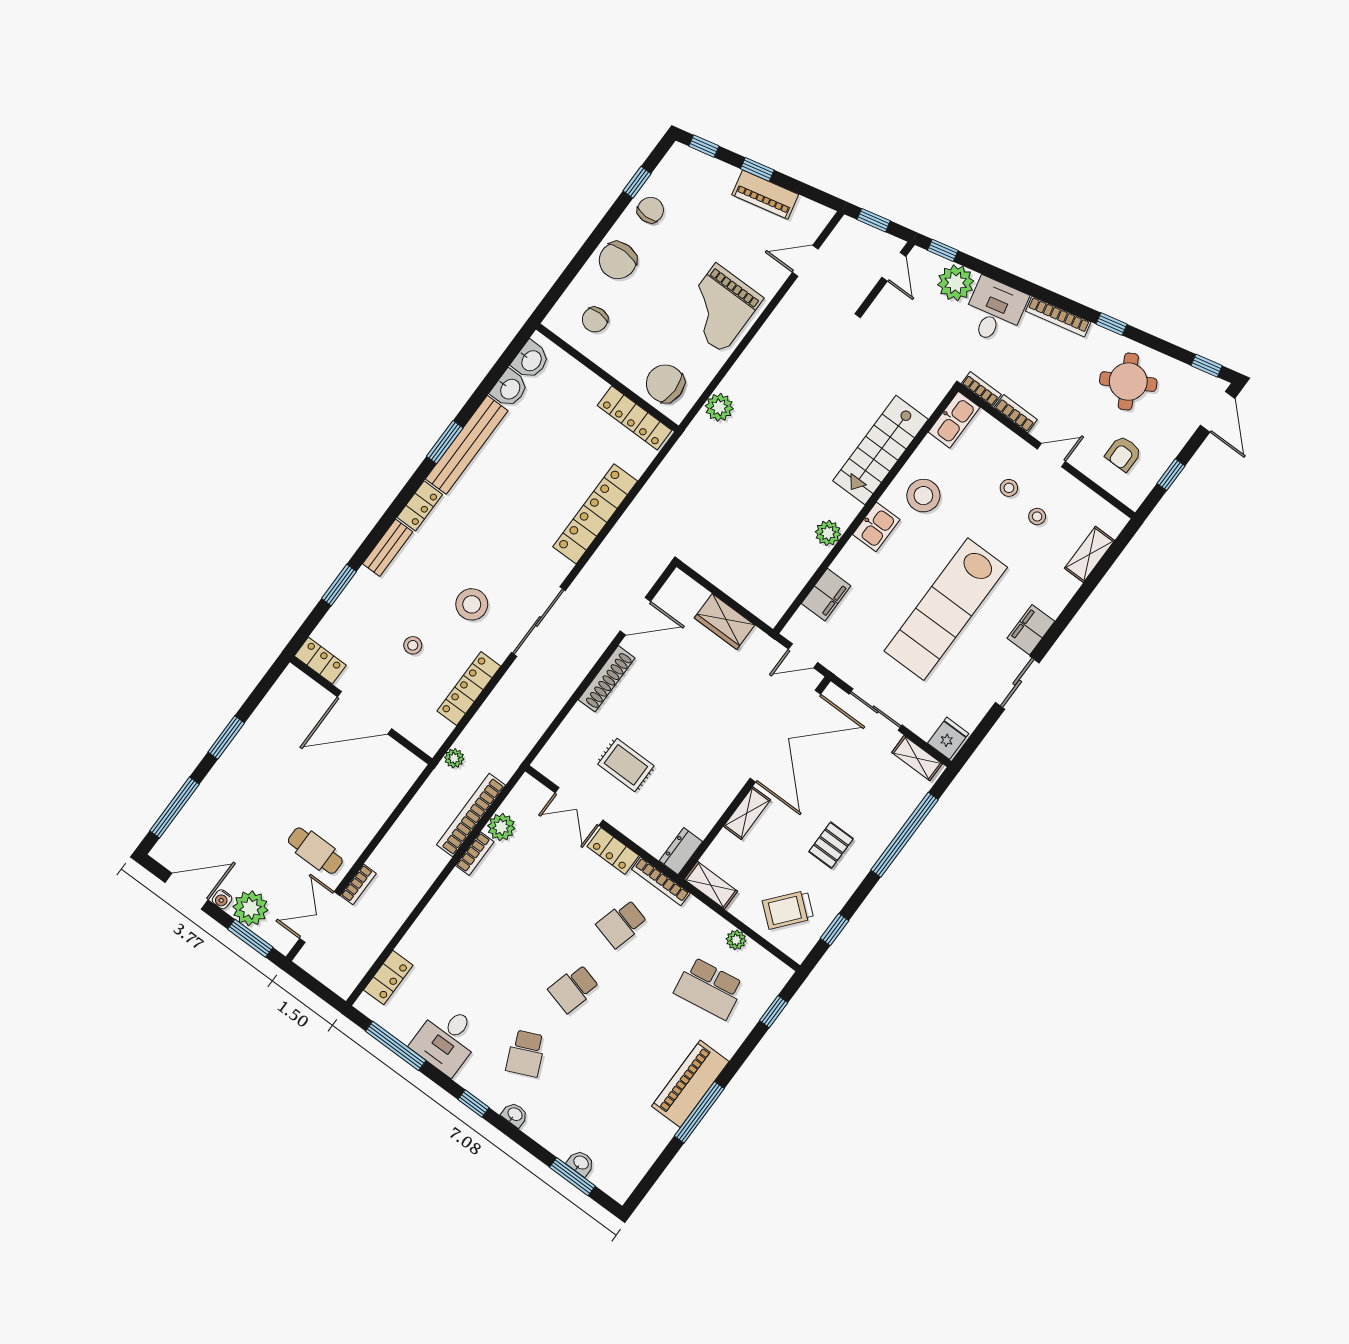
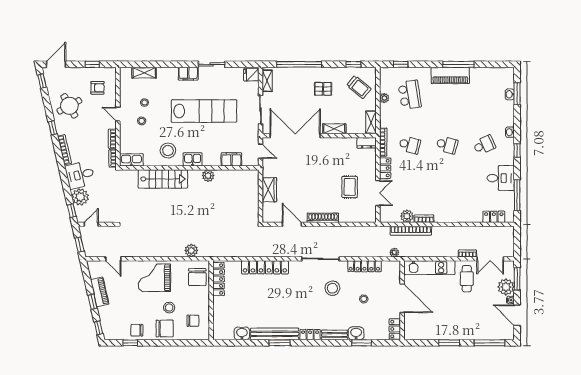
stool: (648, 295) -> (169, 308), added
grand piano: (719, 308) -> (154, 278), turned 180
washbasin: (531, 360) -> (356, 333), moved
kitchen unit: (382, 800) -> (430, 268), added

